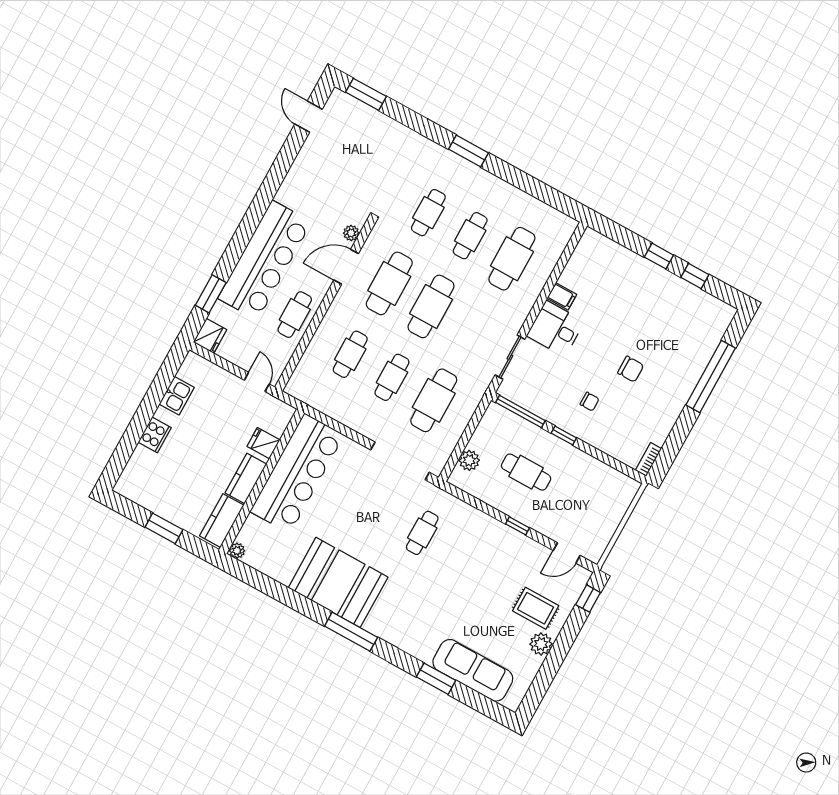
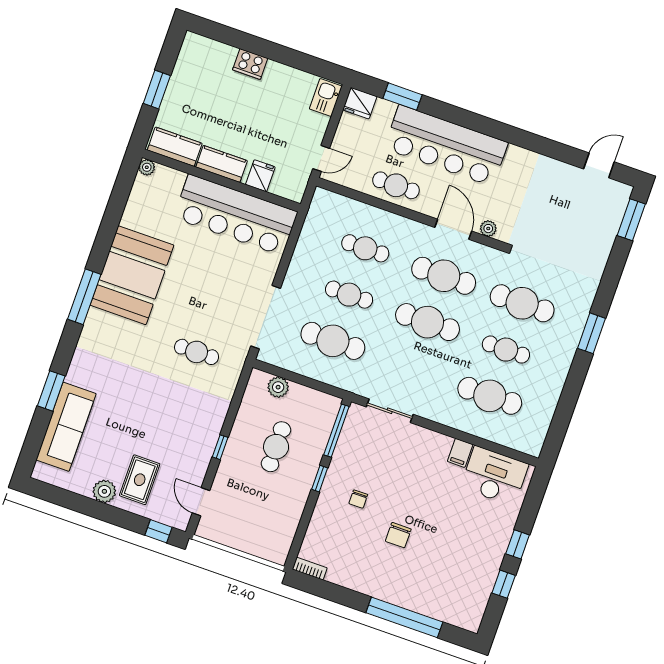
cafe table: (428, 213) -> (522, 303), width x1.37, depth x1.35
desk: (556, 329) -> (494, 476), moved, width x1.37
kitchen sink: (177, 396) -> (326, 98), moved, turned 90

